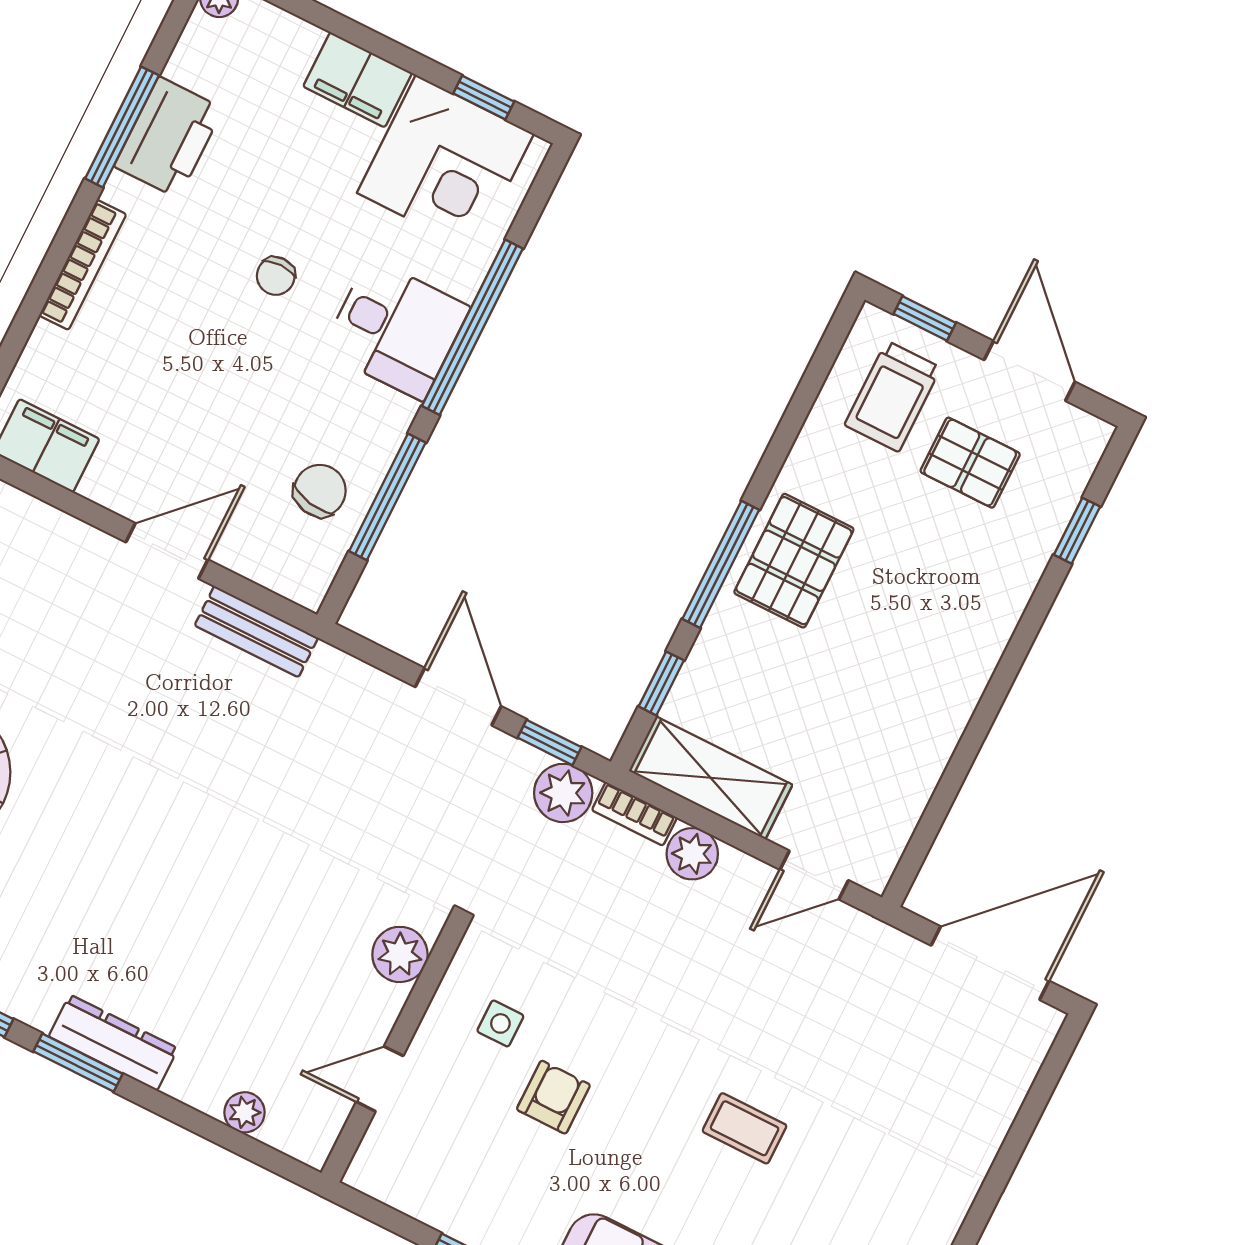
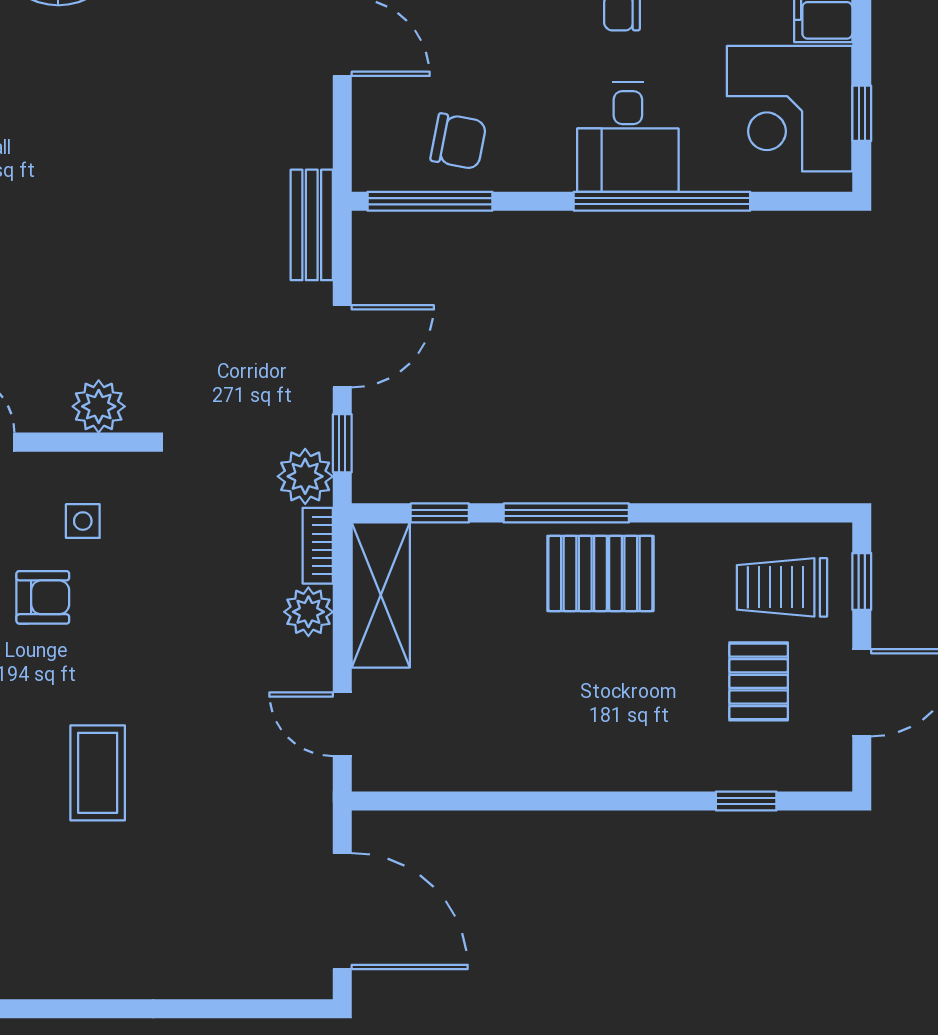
window: (387, 497) -> (430, 201), moved
bench: (256, 632) -> (312, 225), moved
coffee table: (745, 1128) -> (98, 773), width x1.36, depth x1.30

